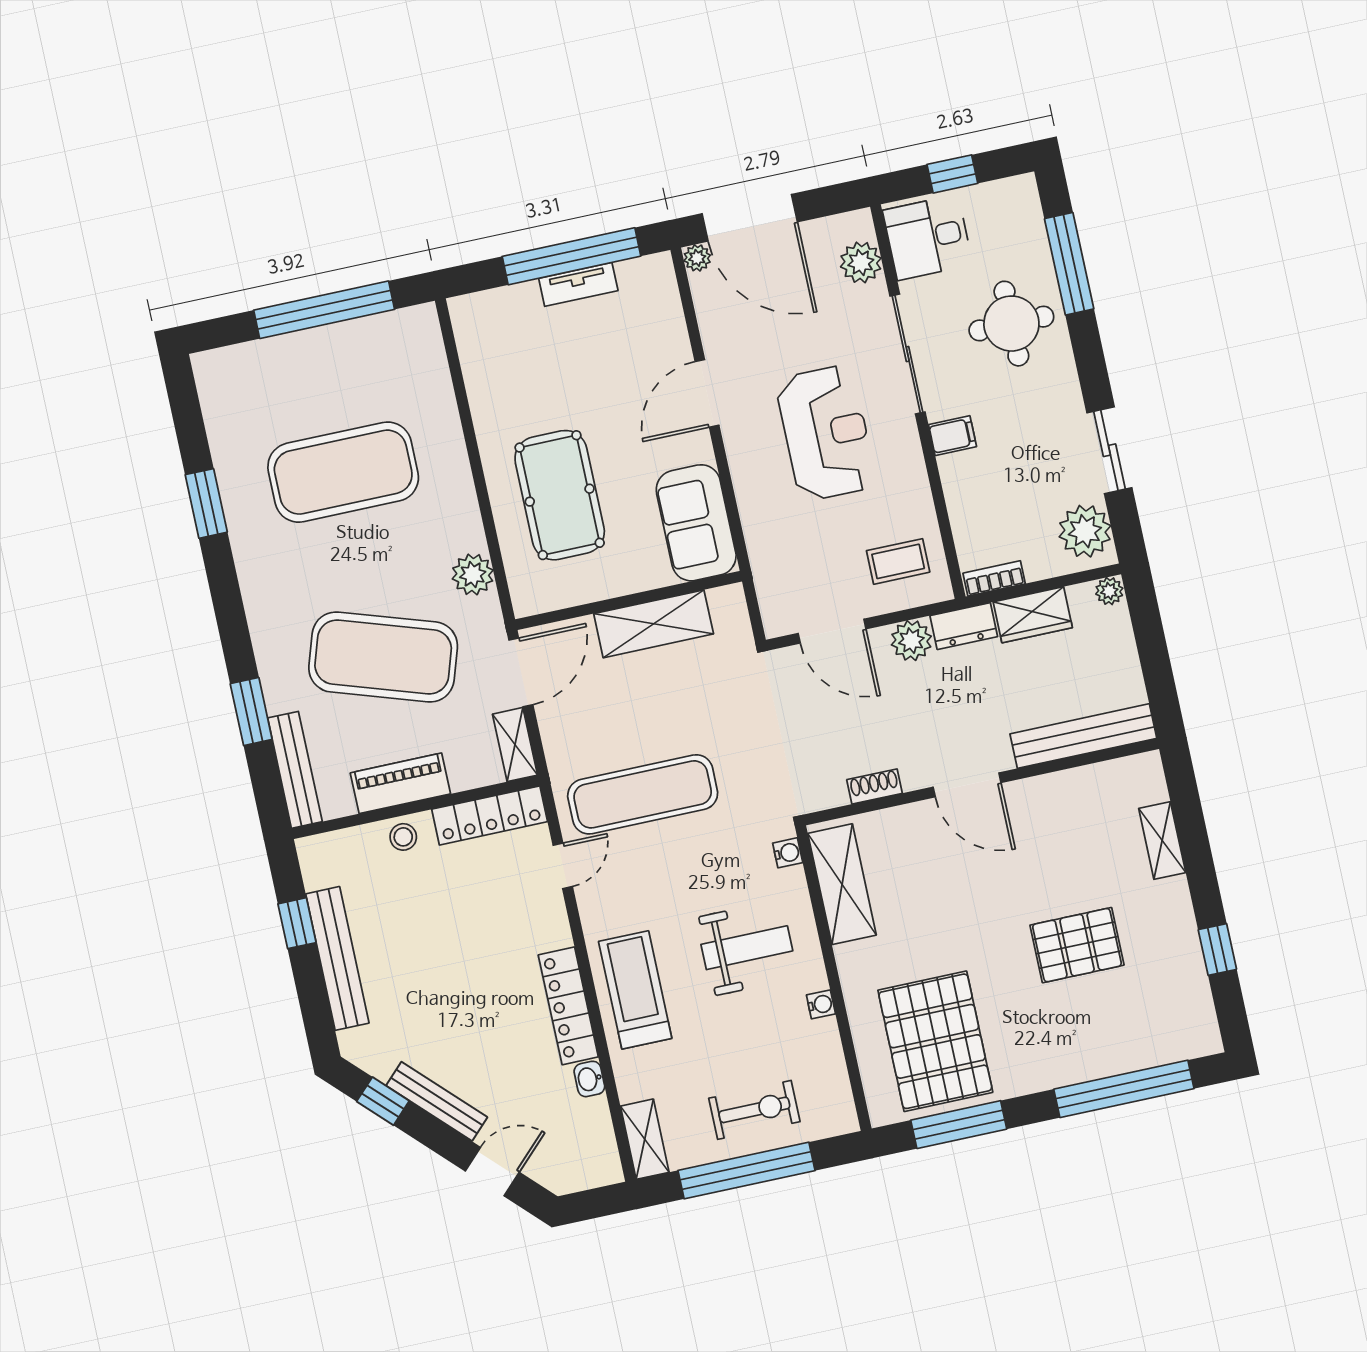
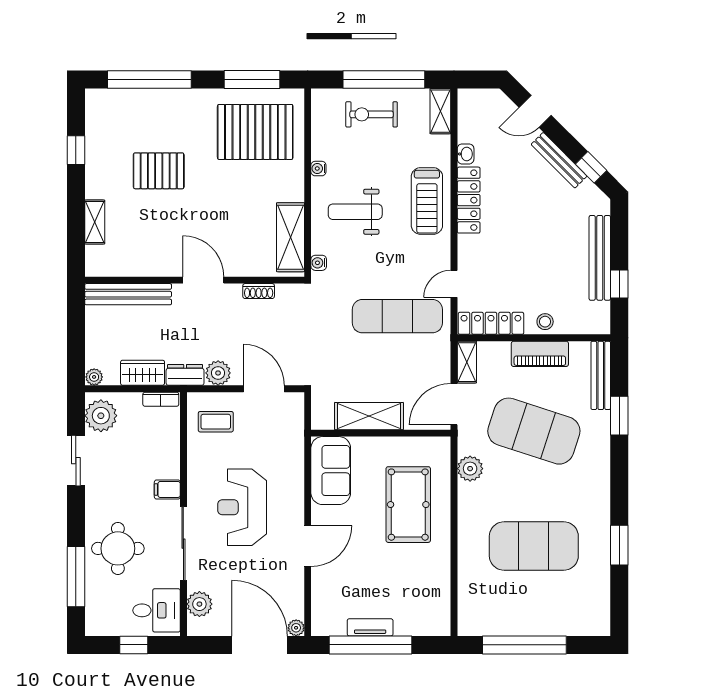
pallet: (935, 1041) -> (255, 132), turned 90

